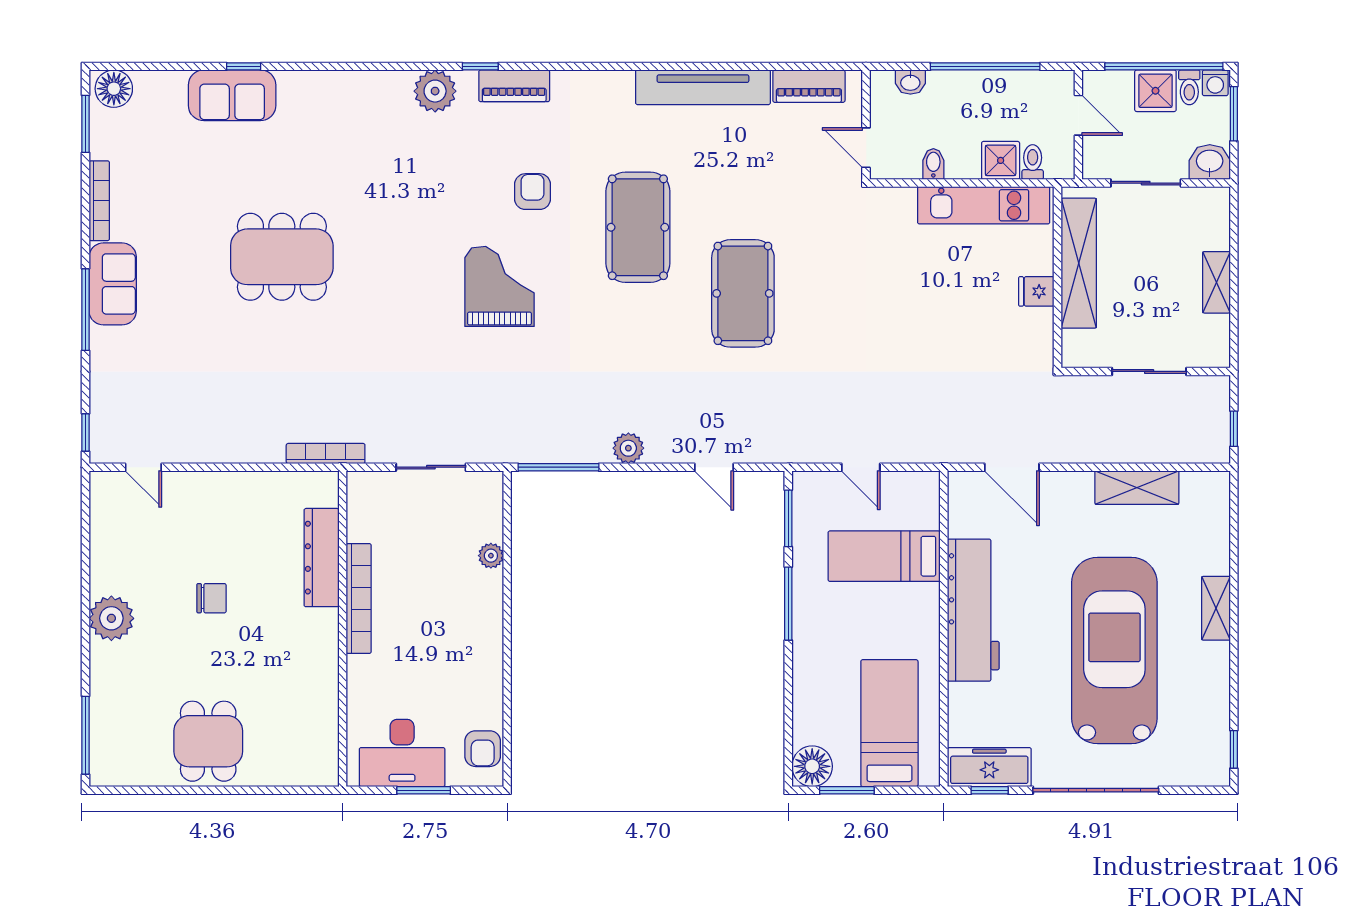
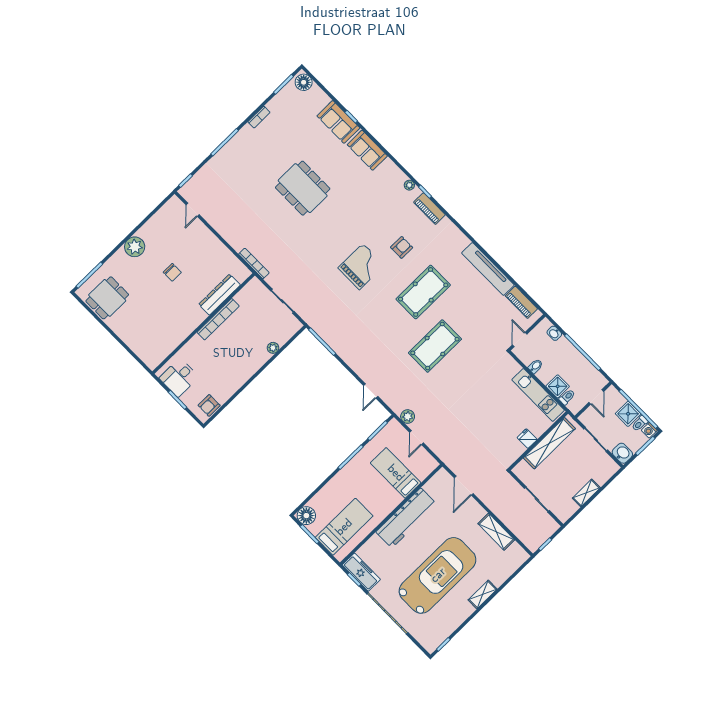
plant: (435, 91) -> (409, 185), width x0.53, depth x0.53
bookcase: (99, 201) -> (259, 117), width x0.64
sofa: (113, 284) -> (367, 150), moved, turned 90
plant: (628, 448) -> (408, 417), moved
dining table: (208, 741) -> (107, 298), moved
desk: (402, 753) -> (179, 377), width x0.73

